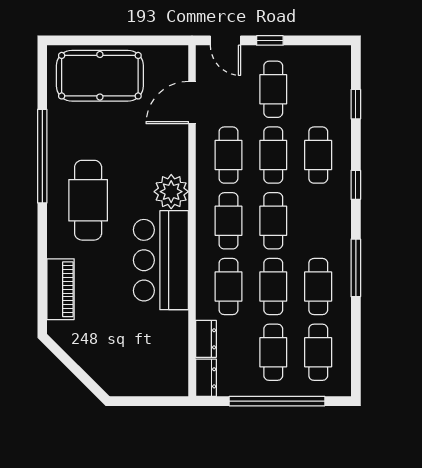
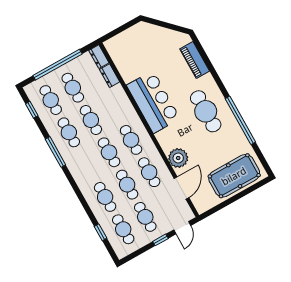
door: (225, 40) -> (182, 228), swing flipped
window: (356, 185) -> (32, 110), moved
plant: (171, 192) -> (178, 158), moved
cafe table: (228, 287) -> (123, 229), moved

